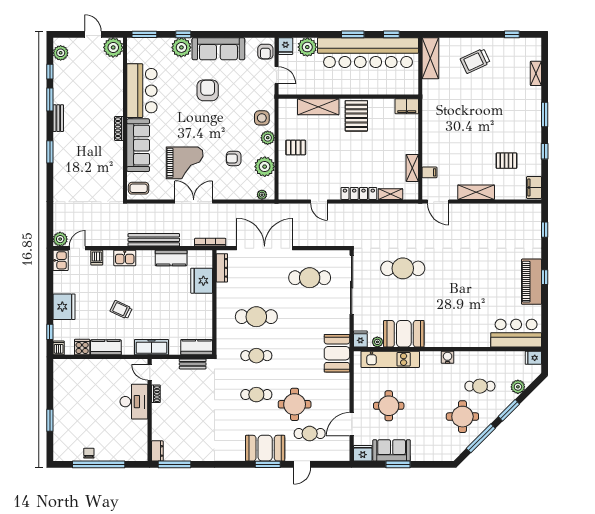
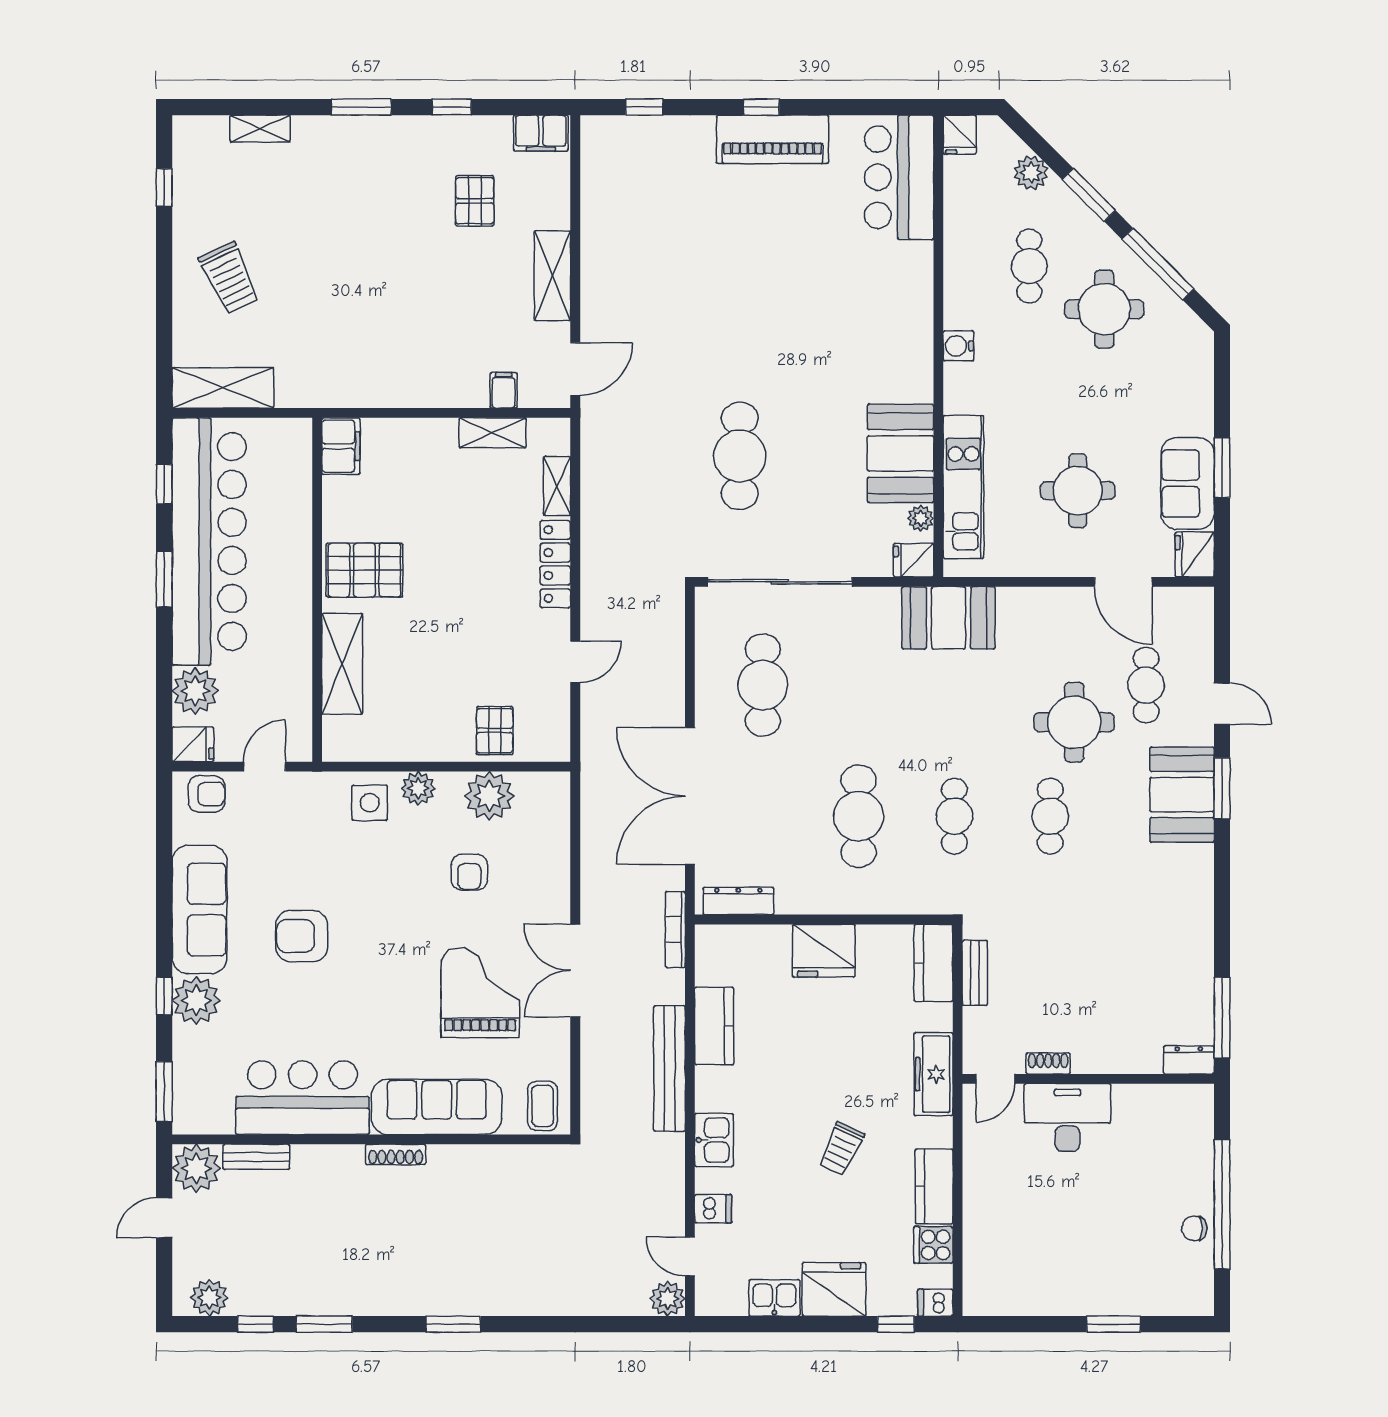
bench: (58, 118) -> (256, 1157), moved
pallet: (296, 148) -> (495, 731), moved
plant: (262, 195) -> (558, 802), removed
kitchen sink: (61, 260) -> (774, 1298), moved
fridge: (202, 281) -> (824, 951), moved

